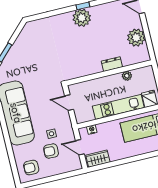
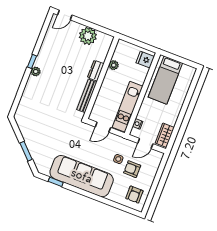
plant: (82, 18) -> (36, 71), width x0.53, depth x0.53
bench: (86, 71) -> (87, 96), added
kitchen unit: (118, 107) -> (128, 107), moved
armchair: (51, 151) -> (132, 169), turned 88

